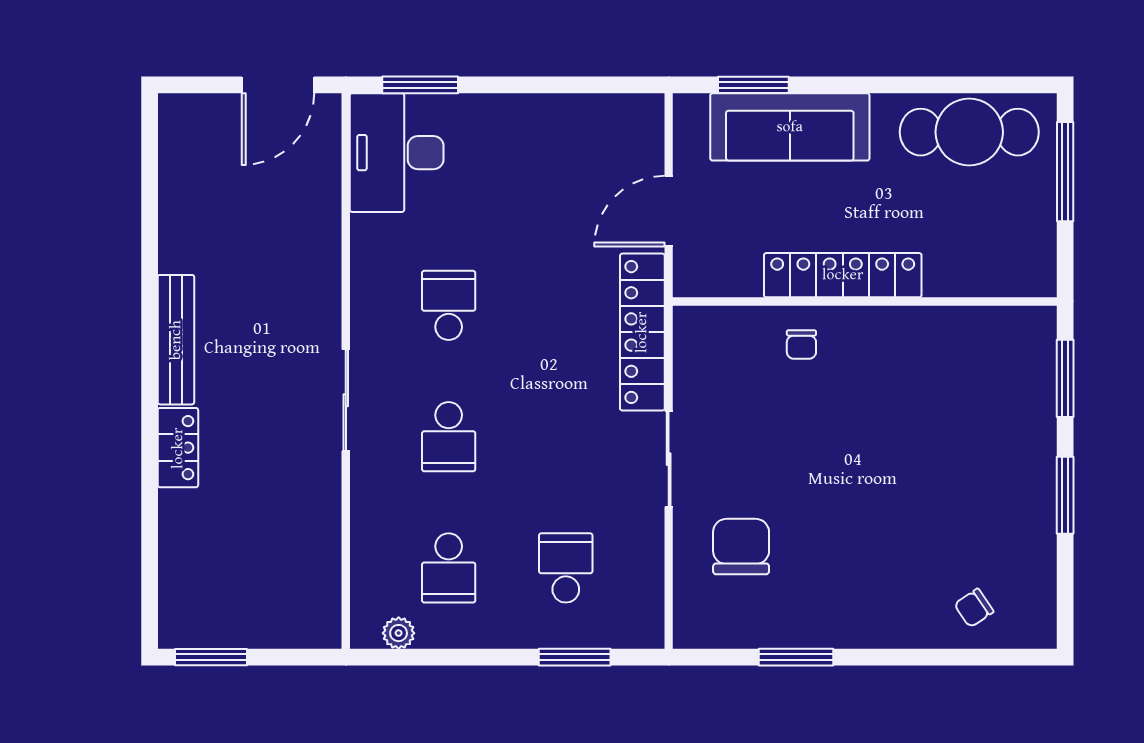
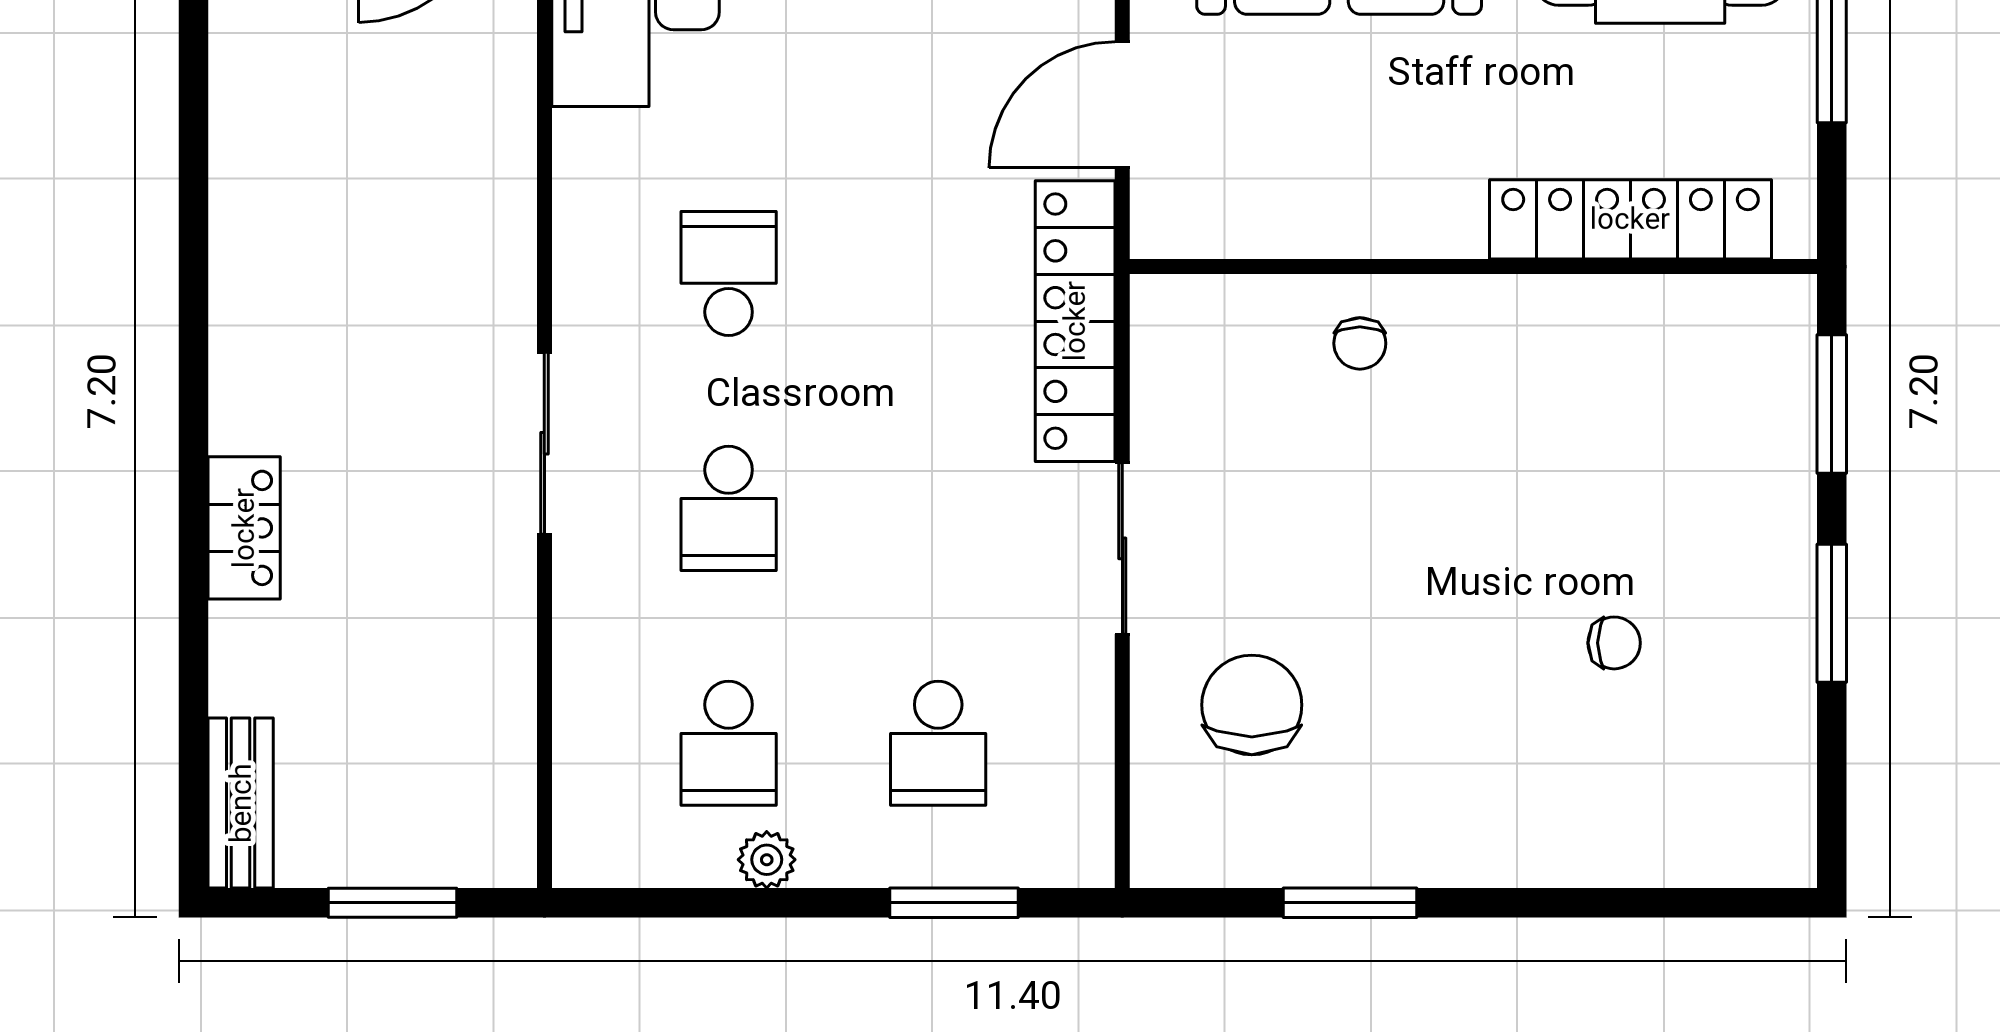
locker: (843, 275) -> (1630, 219), moved
bench: (176, 340) -> (241, 803), moved, width x0.73
school desk: (566, 568) -> (938, 743), turned 180
chair: (974, 608) -> (1614, 643), moved, turned -146
plant: (399, 633) -> (767, 860), moved
window: (211, 657) -> (393, 903), moved

